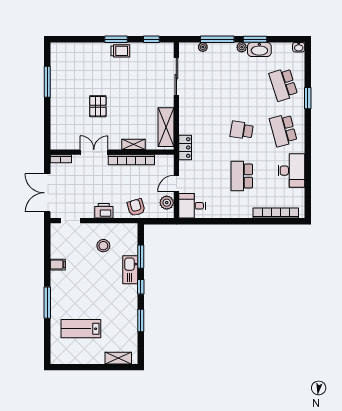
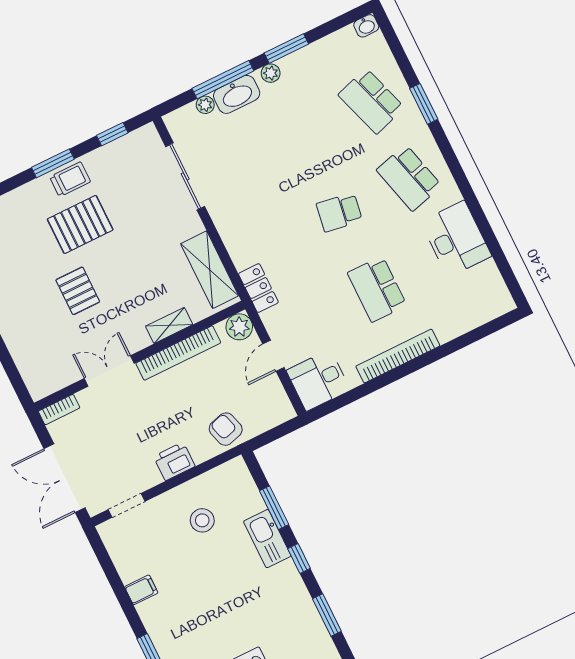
washbasin: (259, 50) -> (237, 94), moved
pallet: (115, 75) -> (80, 224), added
plant: (167, 203) -> (239, 327), moved
bookcase: (276, 213) -> (398, 356), moved

